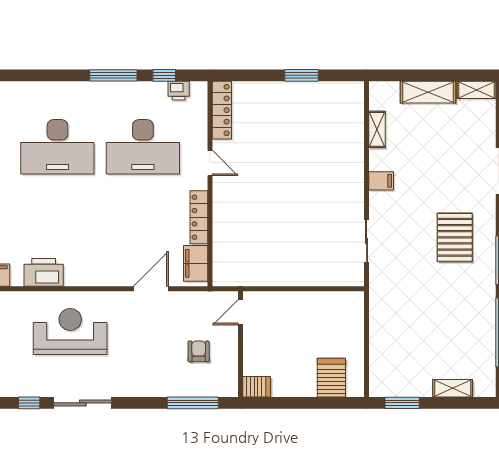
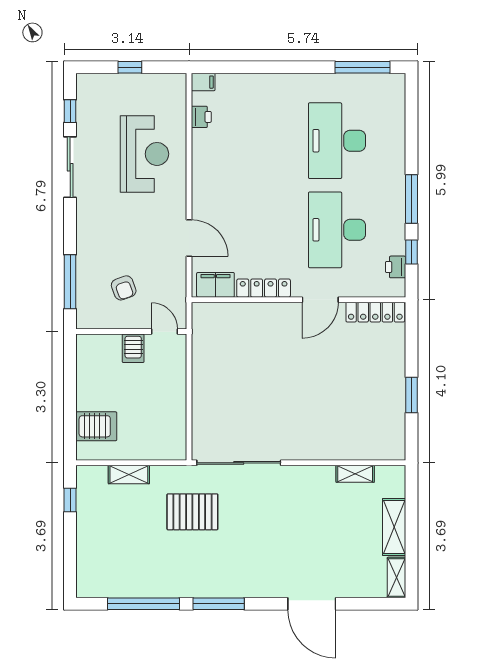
door: (210, 163) -> (320, 300), width x1.37
filing cabinet: (381, 181) -> (302, 478), removed
pallet: (455, 237) -> (192, 512), moved
sliding door: (367, 241) -> (239, 463), width x1.86
printer: (44, 272) -> (201, 117), width x0.53, depth x0.68
armchair: (199, 351) -> (124, 288), turned 70
server rack: (257, 387) -> (133, 348), moved
shelving: (453, 388) -> (129, 475), moved, turned 90
window: (402, 403) -> (70, 500), width x0.67

